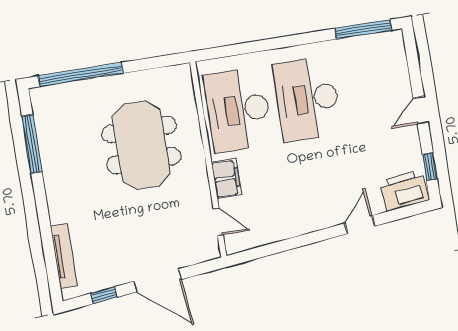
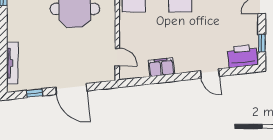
filing cabinet: (226, 179) -> (161, 67), moved, turned -96
door: (360, 225) -> (210, 74), swing flipped

